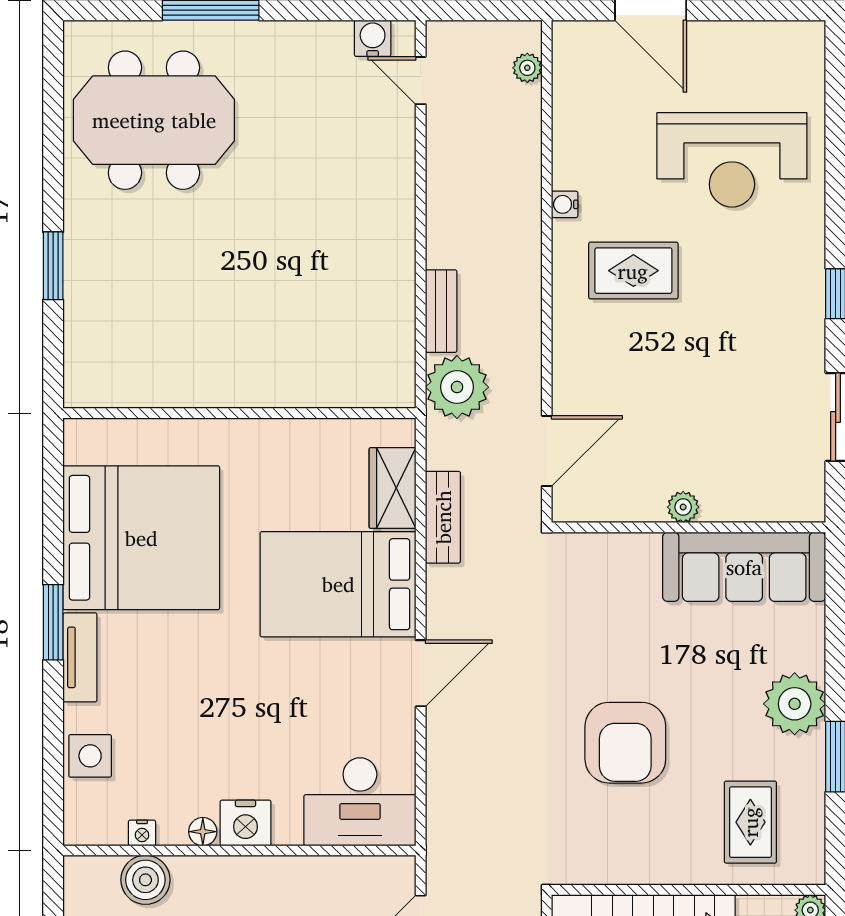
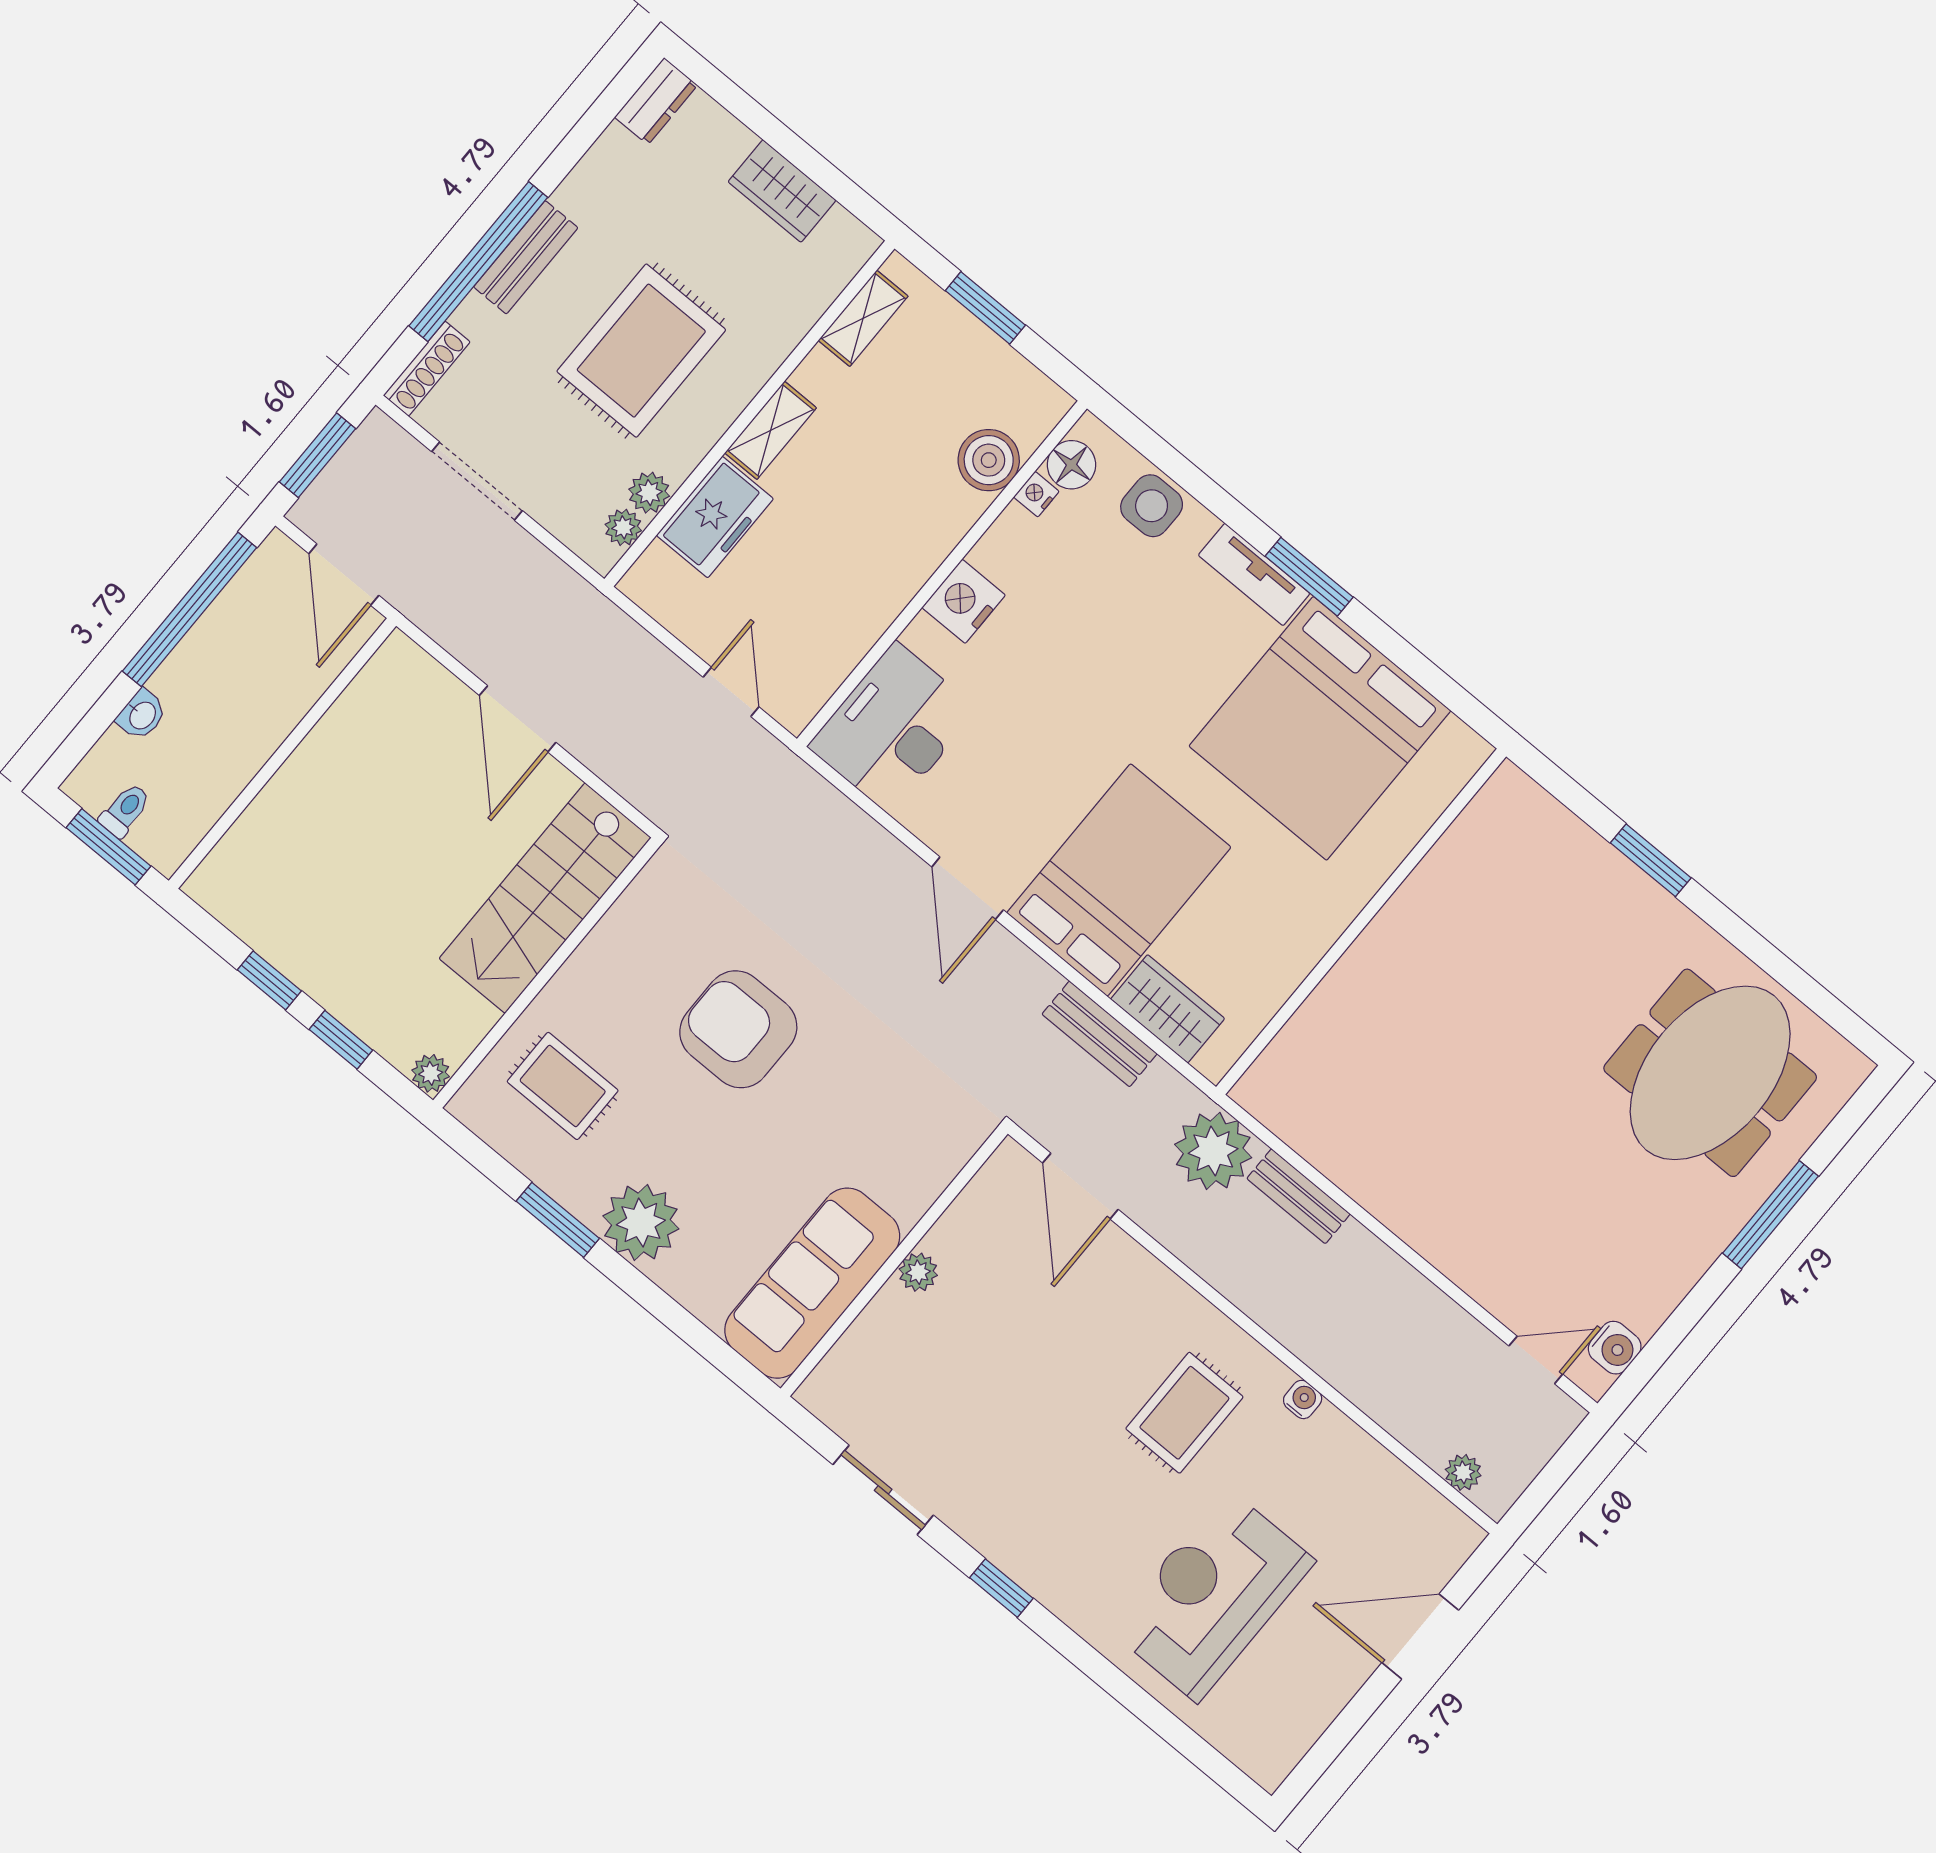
floor lamp: (203, 832) -> (1071, 465), moved, width x1.37, depth x1.37

